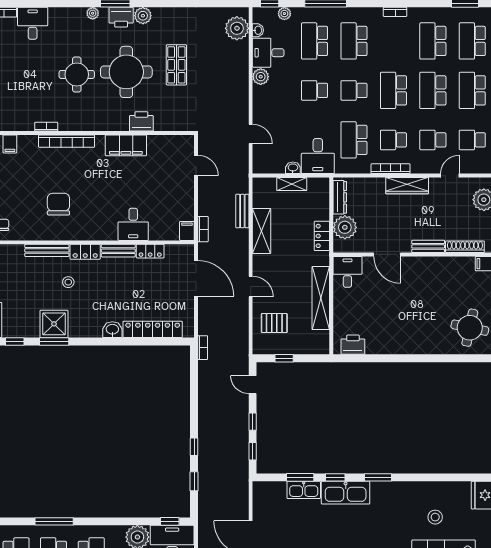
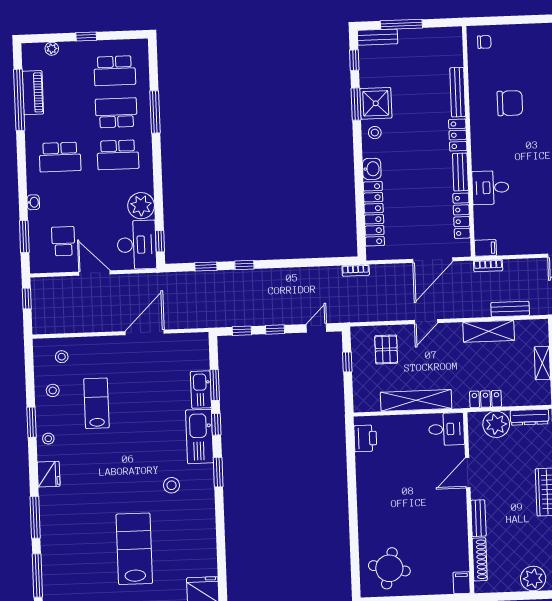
locker: (150, 251) -> (462, 216), width x1.53
stool: (68, 282) -> (375, 133), moved
stool: (435, 517) -> (172, 485), moved

